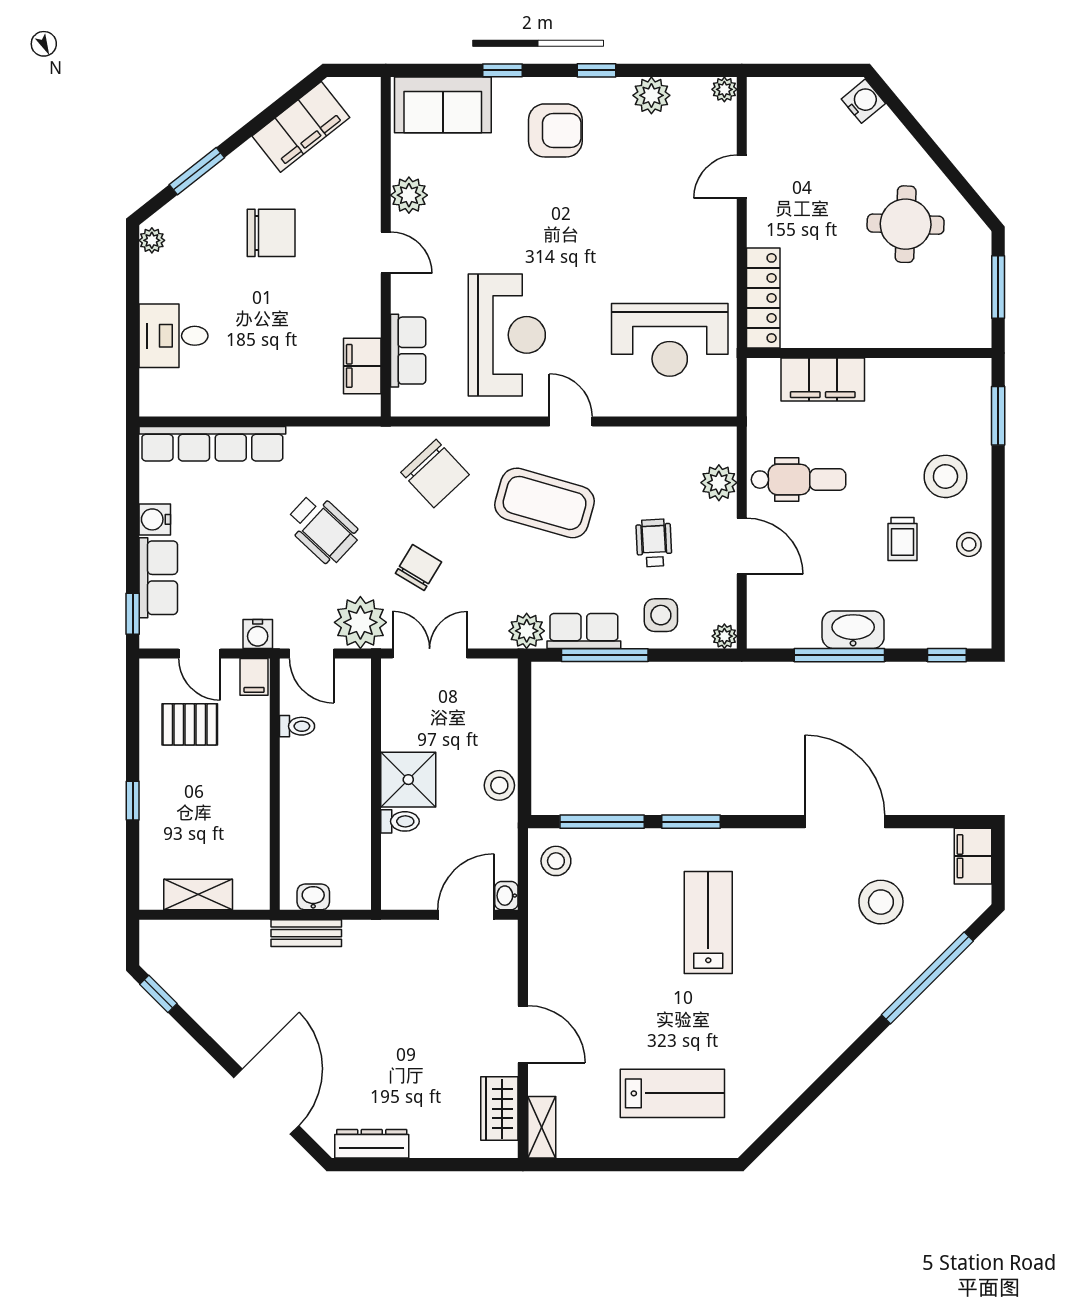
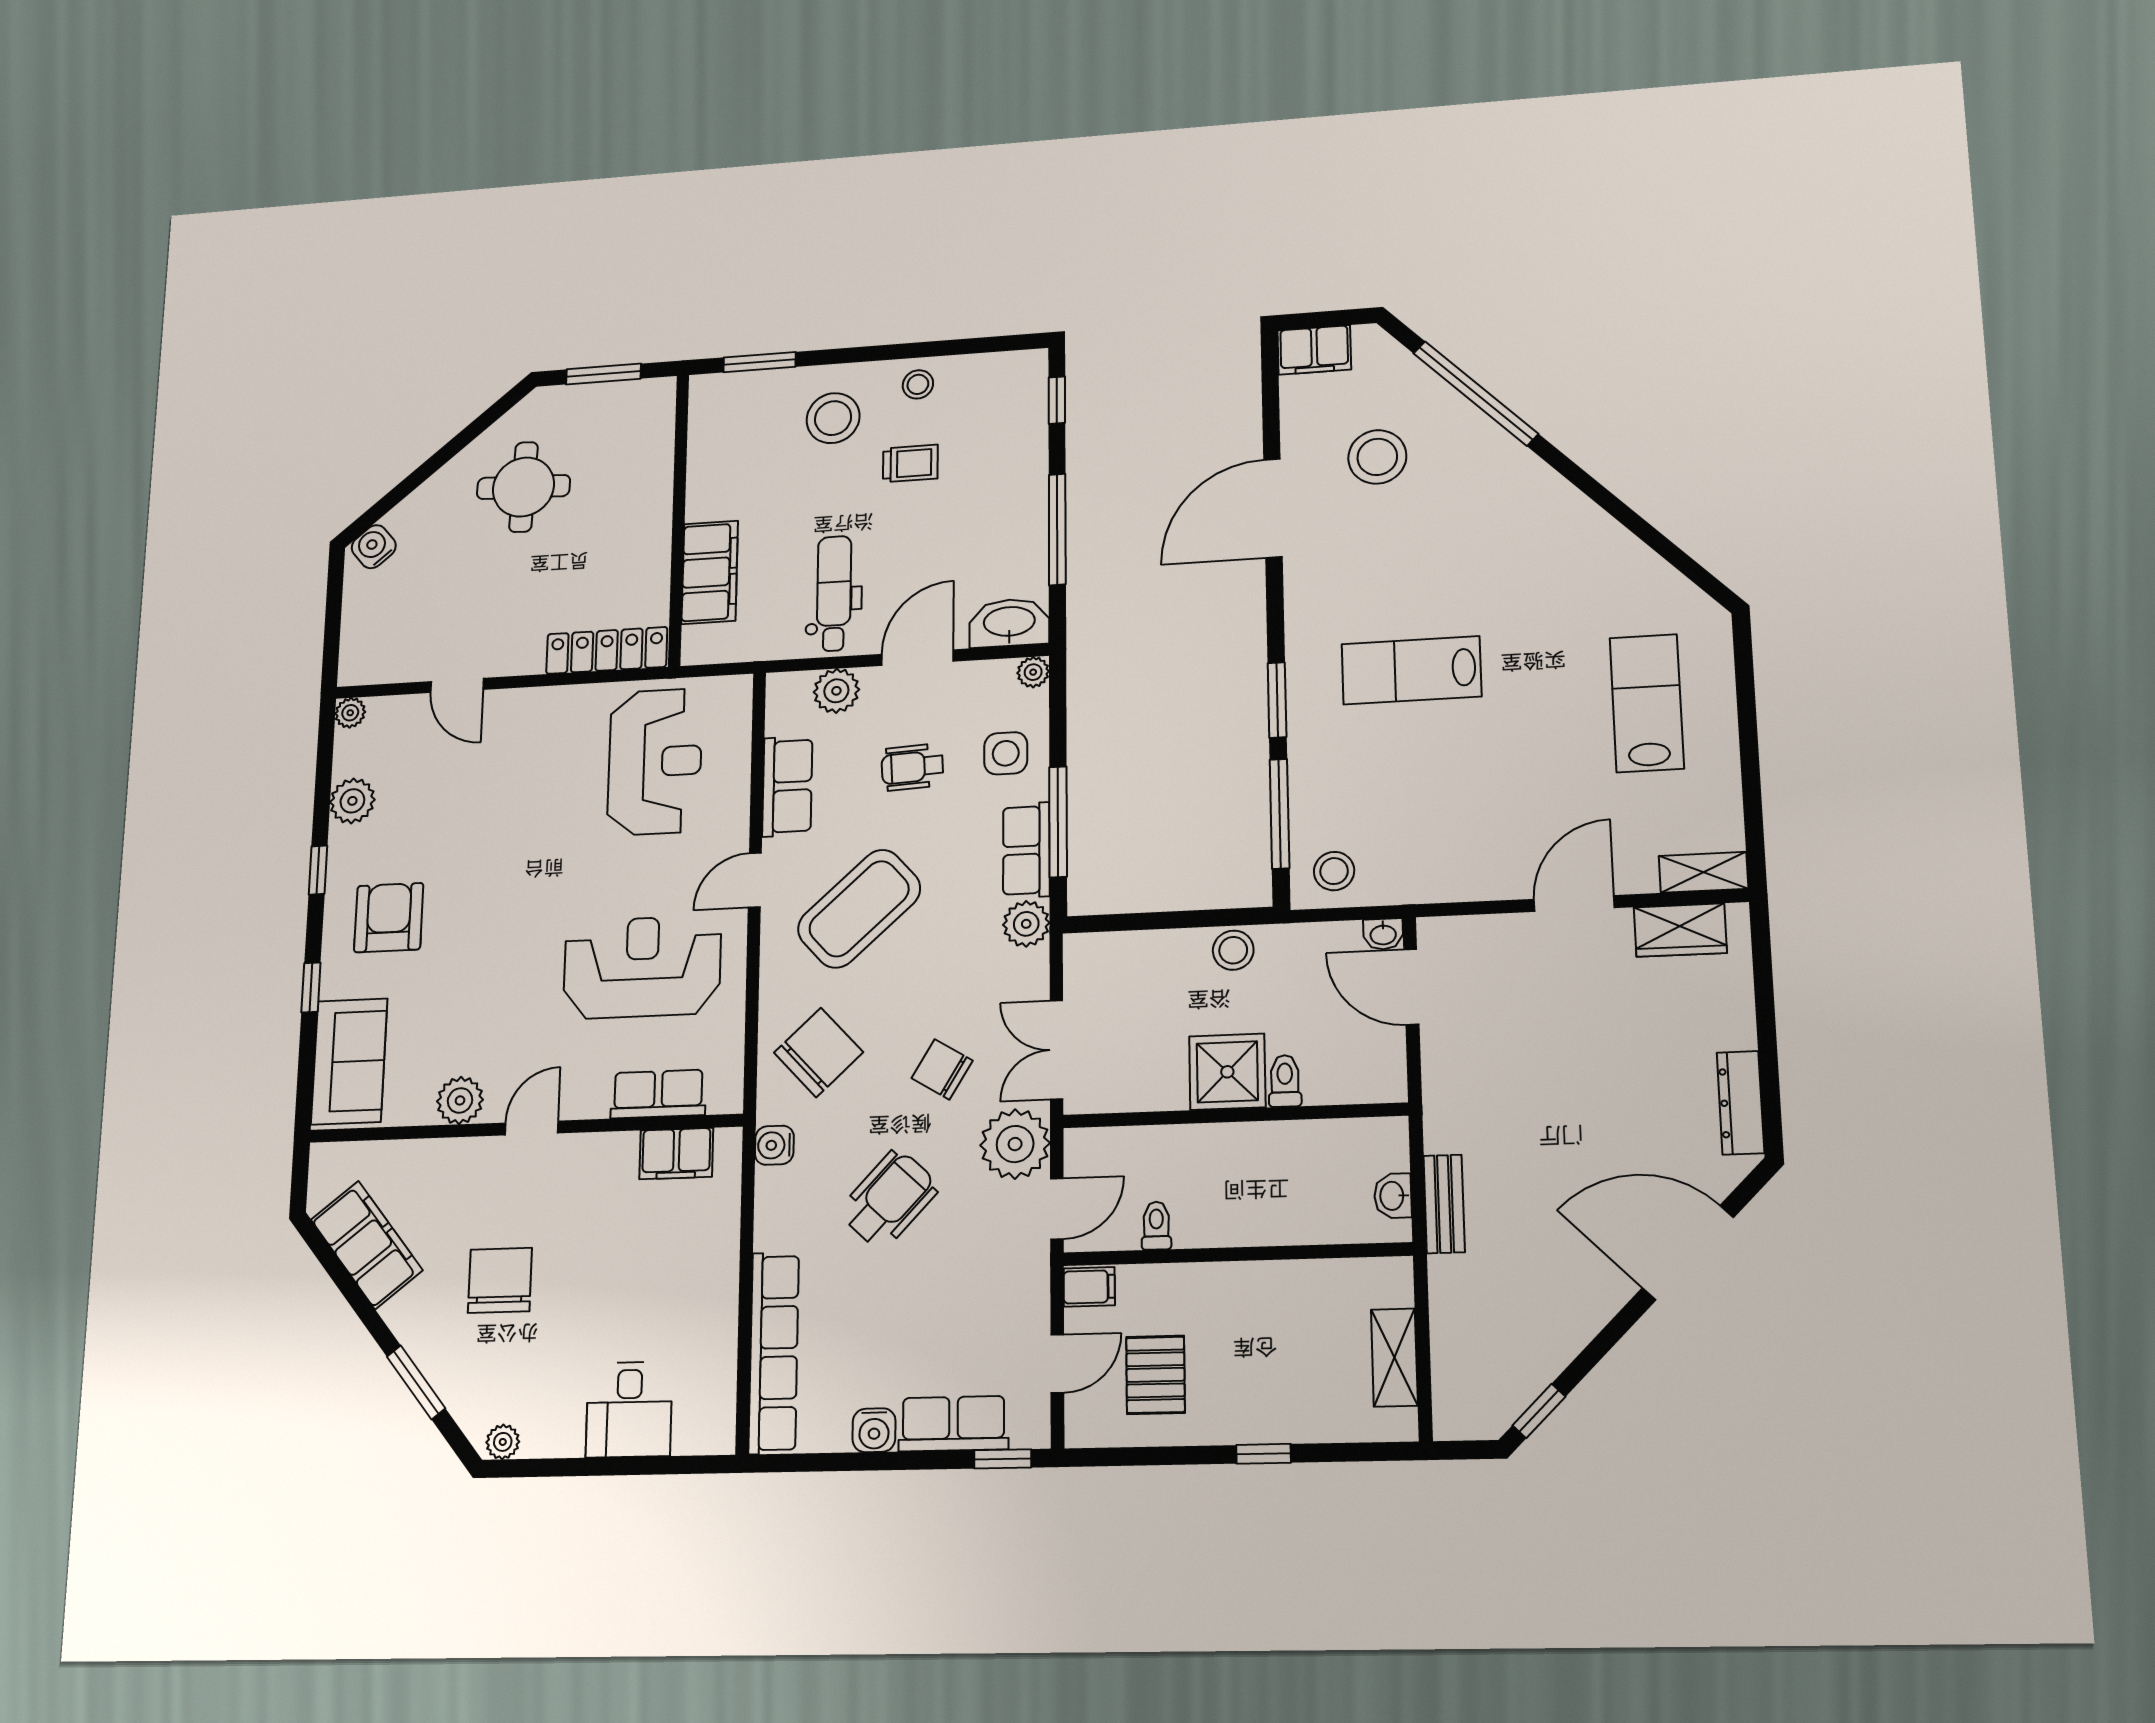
row of seats: (644, 445) -> (787, 786), added
coffee table: (545, 503) -> (859, 909), turned 32
washbasin: (853, 630) -> (1009, 623), moved, turned 90
water cooler: (258, 634) -> (774, 1145), moved, turned 180

